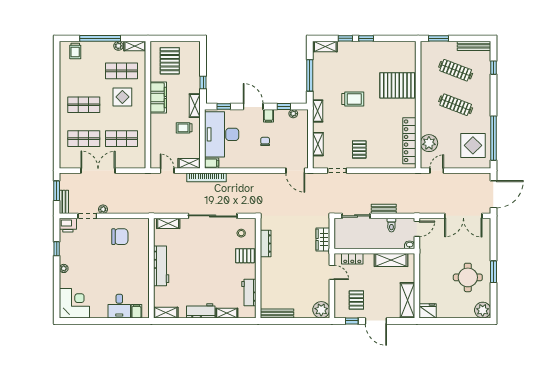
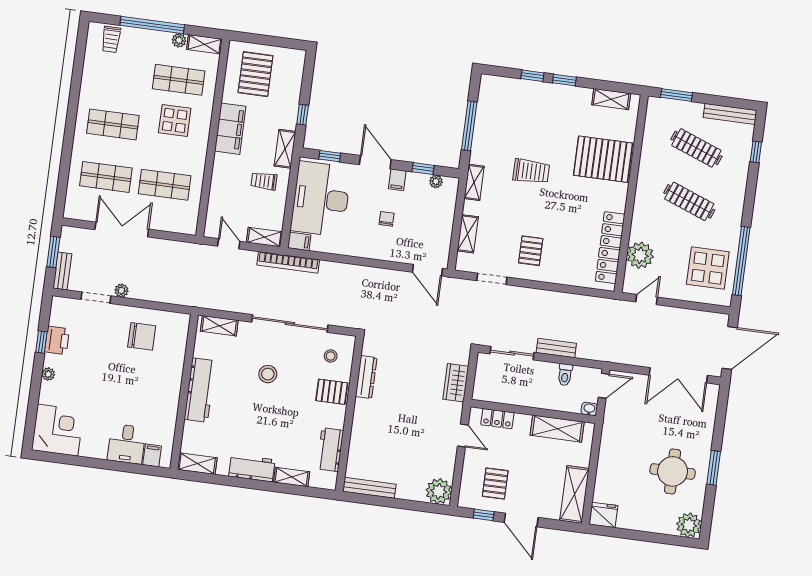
shelving: (325, 47) -> (611, 99), moved
printer: (68, 225) -> (57, 340), moved, turned -90
stool: (203, 250) -> (268, 374), added

